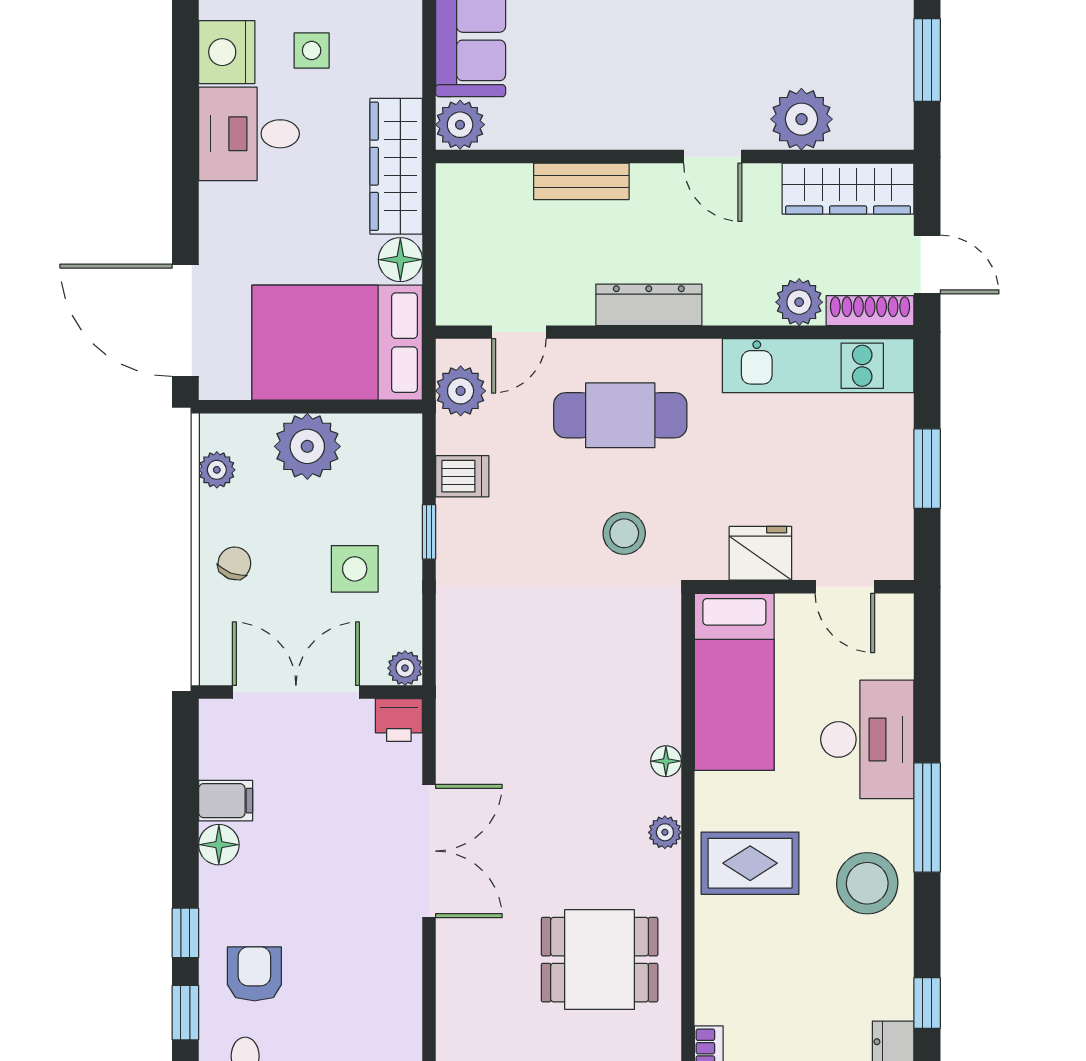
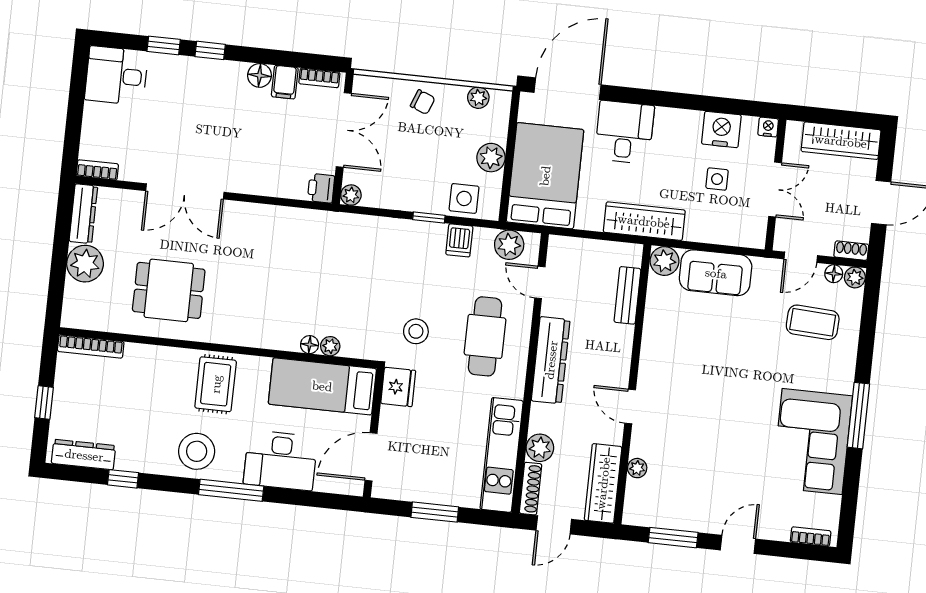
plant: (801, 119) -> (637, 468), width x0.53, depth x0.53
desk: (249, 134) -> (624, 132), moved
door: (713, 157) -> (630, 406), hinge flipped
bench: (581, 181) -> (627, 295), moved
floor lamp: (400, 260) -> (590, 218), removed
dresser: (649, 305) -> (551, 360), width x1.37, depth x1.24
plant: (307, 446) -> (491, 158), width x0.73, depth x0.73
fridge: (760, 553) -> (398, 387), moved
side table: (355, 569) -> (464, 198), moved
door: (845, 587) -> (371, 457), width x1.38
bookcase: (212, 743) -> (319, 78), added
floor lamp: (666, 761) -> (310, 345), moved
plant: (665, 832) -> (330, 346), moved
double door: (429, 851) -> (185, 191), moved
dining table: (600, 960) -> (169, 290), turned 90
armchair: (254, 974) -> (182, 88), removed

